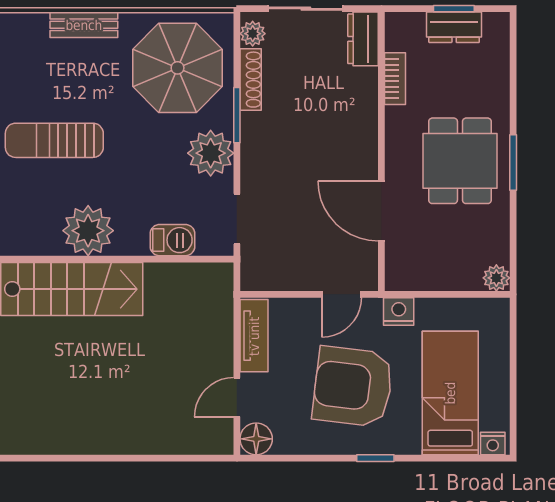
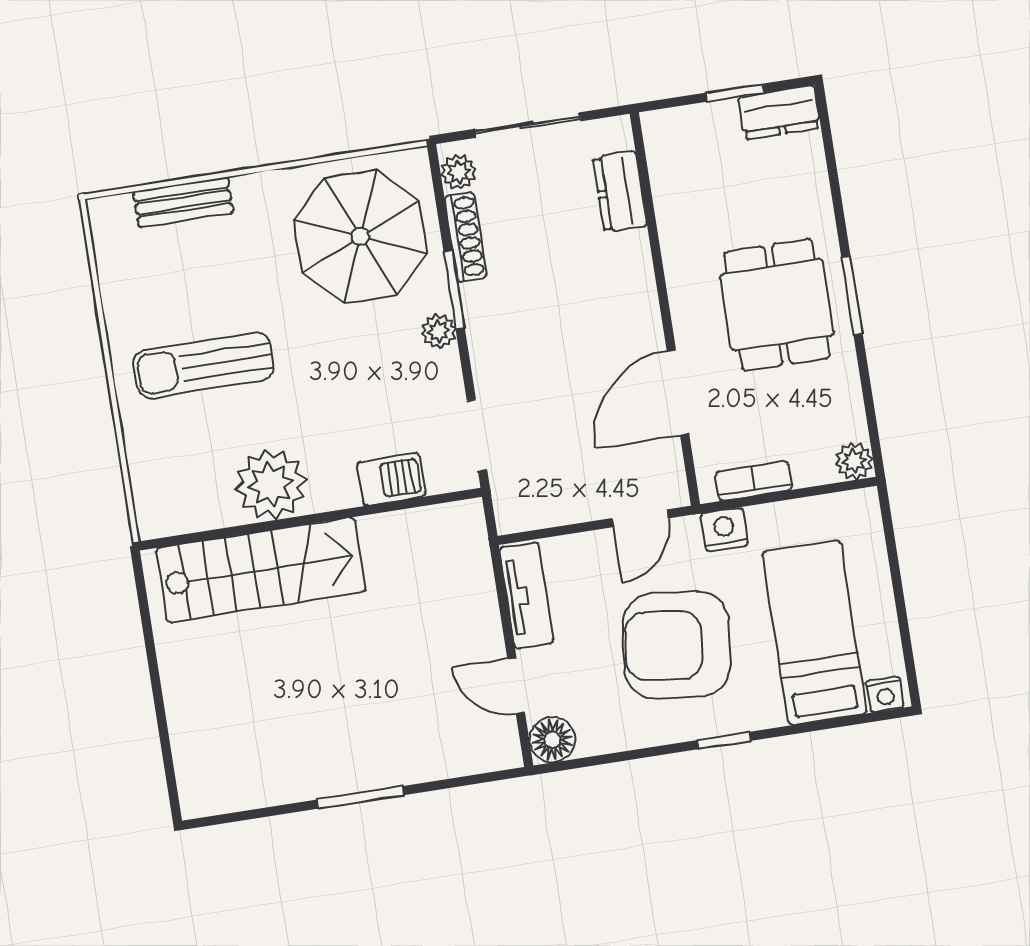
bench: (84, 25) -> (183, 202), moved
dresser: (454, 27) -> (779, 112), moved
dresser: (363, 39) -> (620, 191), moved
bookcase: (395, 79) -> (754, 481), moved, turned -90
plant: (211, 153) -> (438, 331), width x0.53, depth x0.53
door: (381, 211) -> (678, 393), hinge flipped
door: (237, 397) -> (516, 685), hinge flipped
window: (116, 458) -> (360, 797), added

